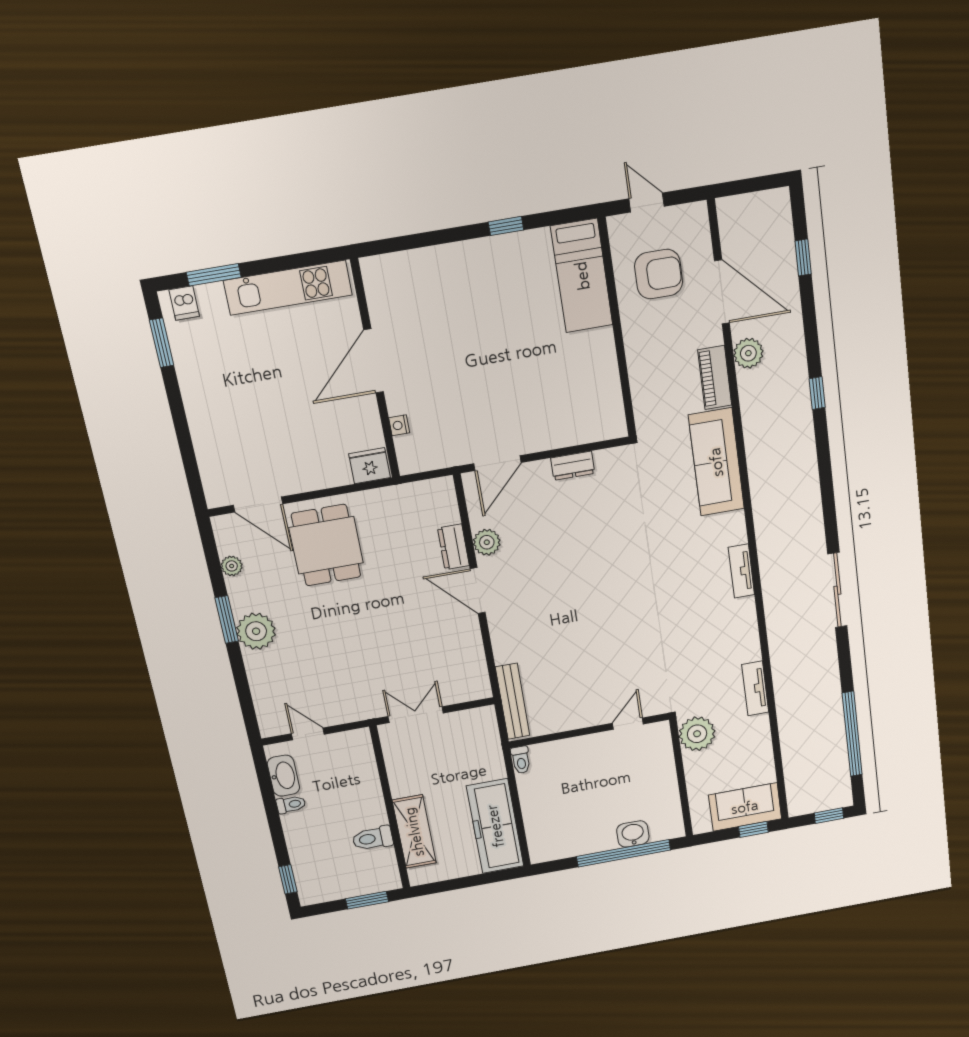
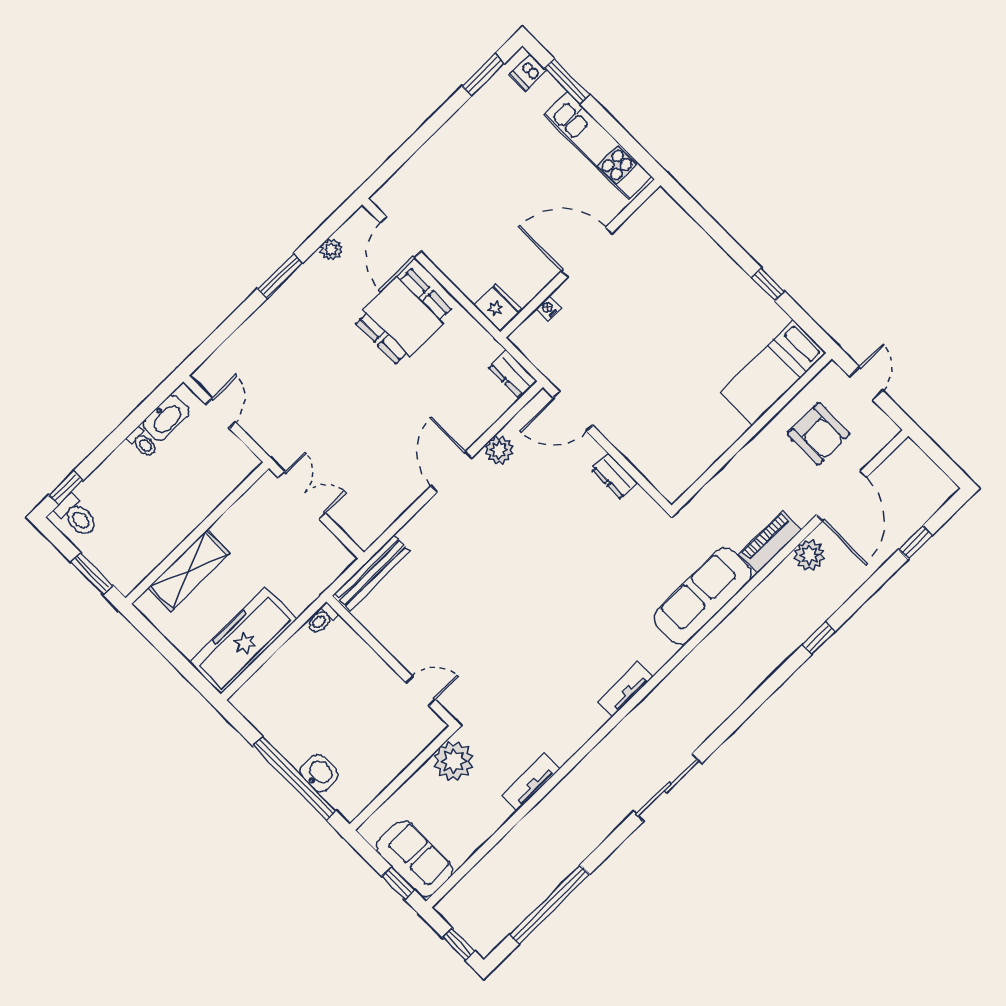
dresser: (453, 547) -> (513, 374), moved, turned -90
plant: (256, 631) -> (286, 307), removed
toilet: (373, 838) -> (77, 516), moved, turned 180

